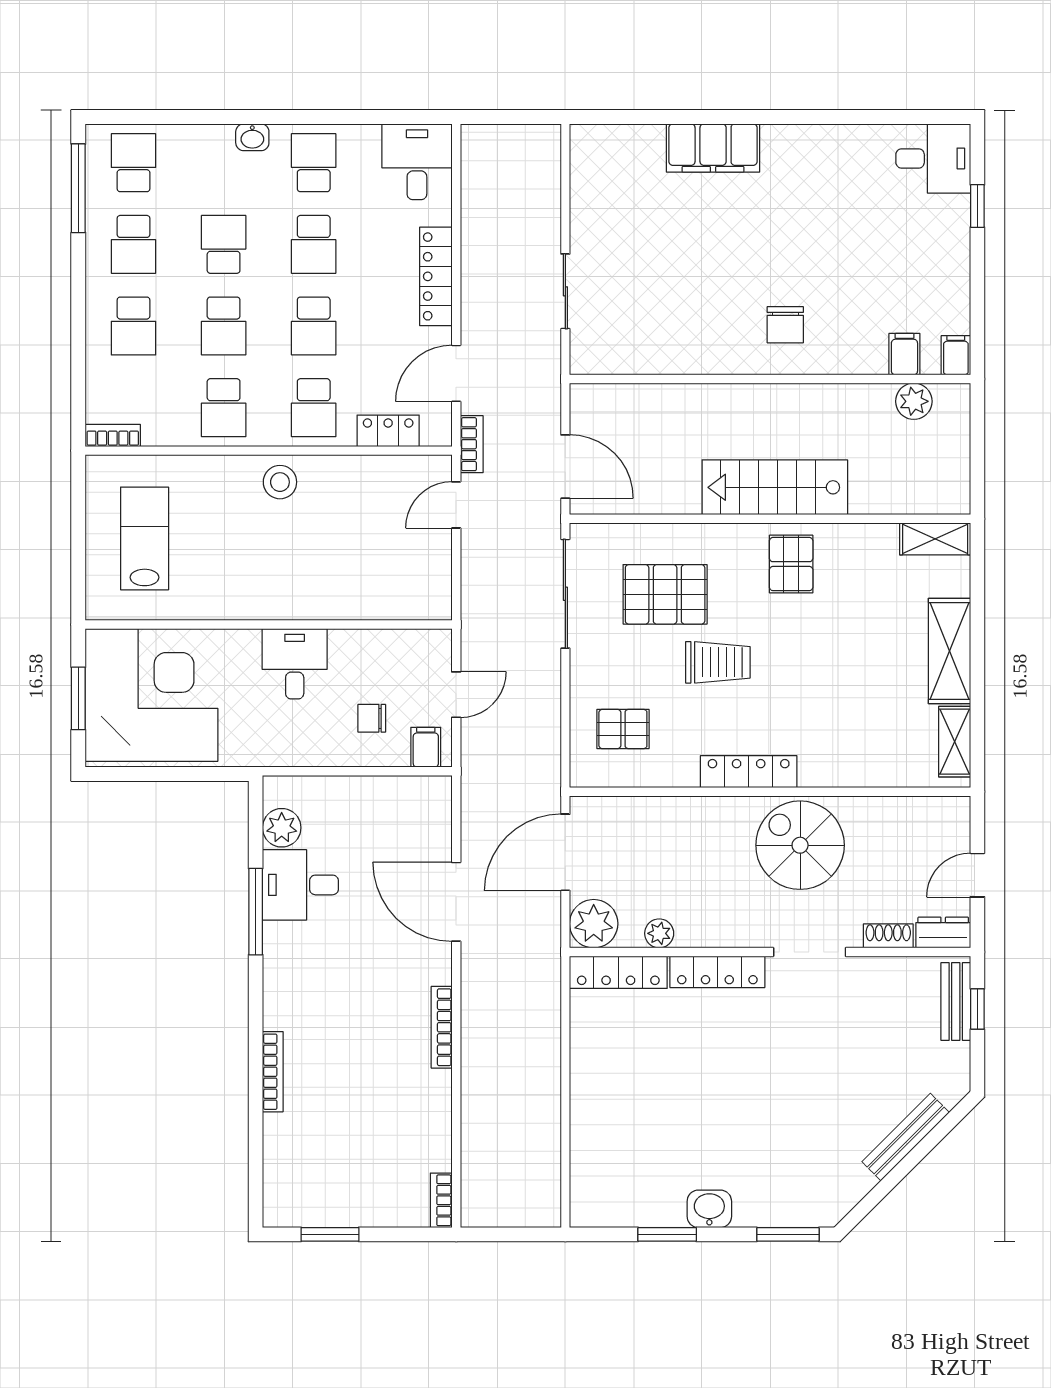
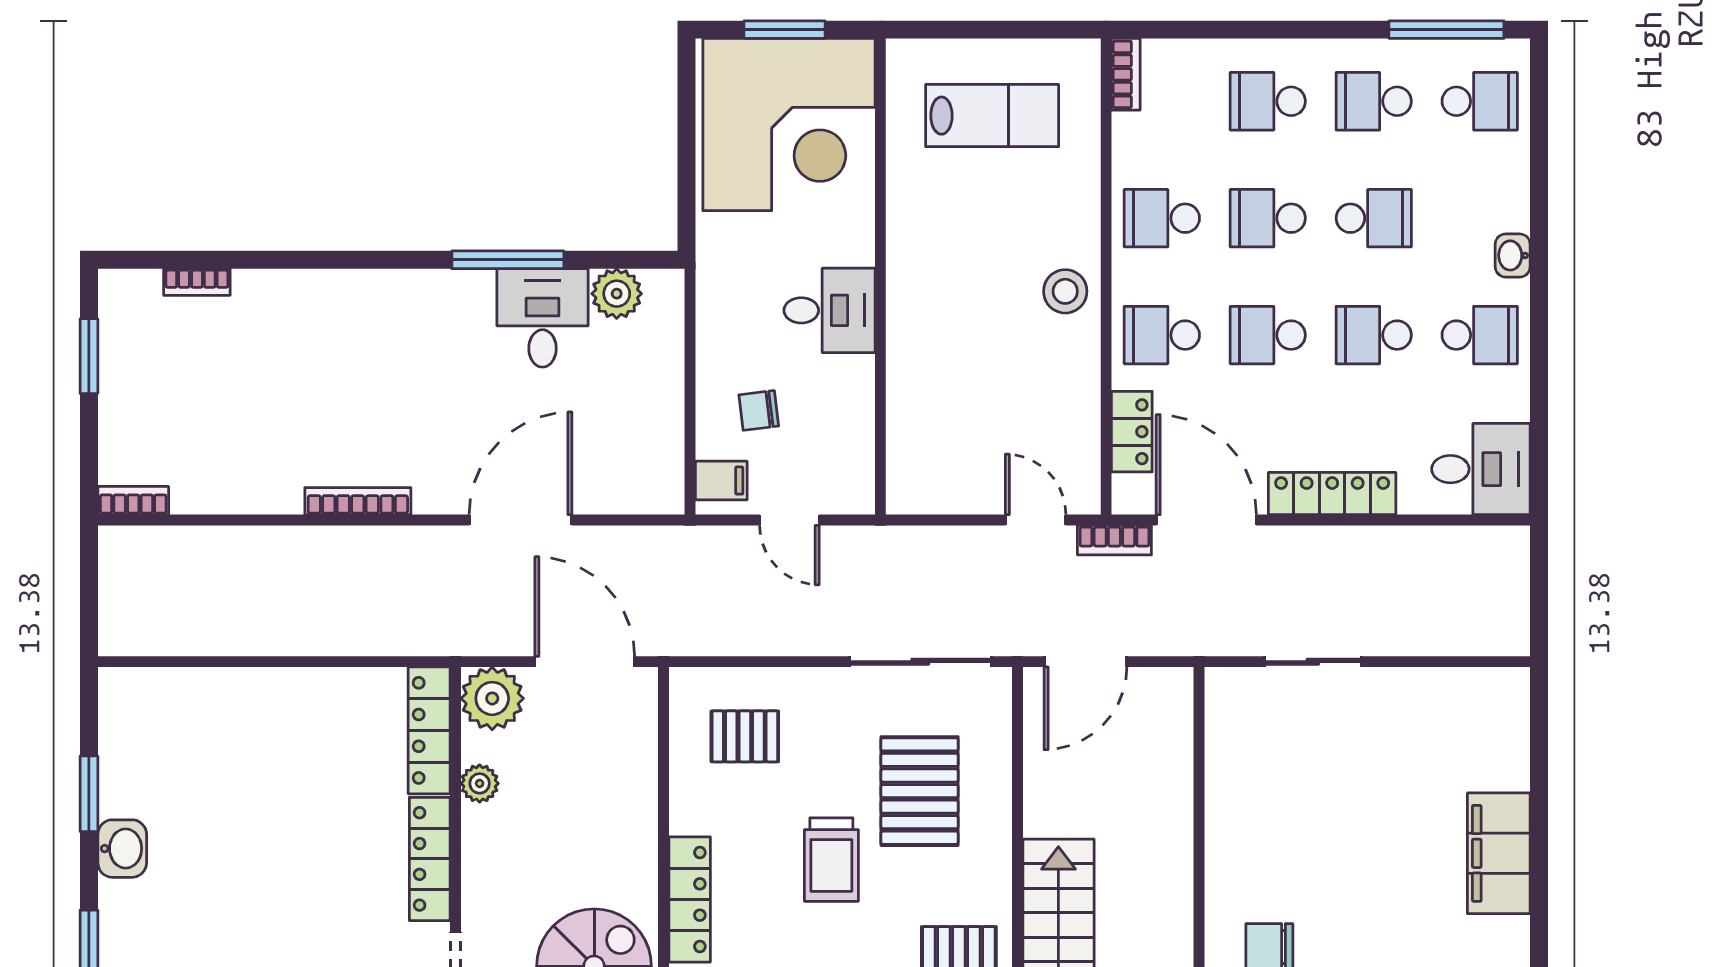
door: (456, 373) -> (1206, 520), width x1.36
chair: (372, 718) -> (759, 410), turned -97
pallet: (623, 729) -> (745, 736), turned 90
bookcase: (273, 1072) -> (197, 282), moved, width x0.64

